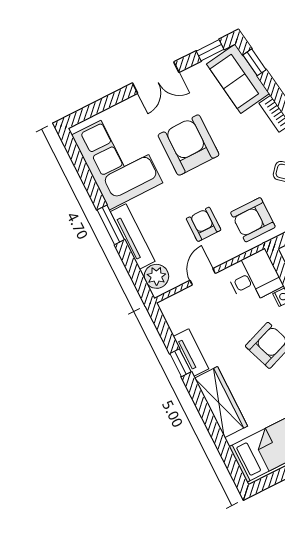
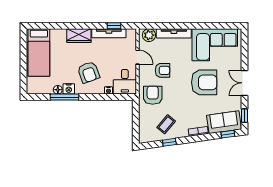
window: (111, 225) -> (185, 26), removed
tv unit: (191, 353) -> (109, 33), width x1.41
window: (180, 363) -> (114, 26), moved
wardrobe: (221, 402) -> (79, 36), width x0.67

